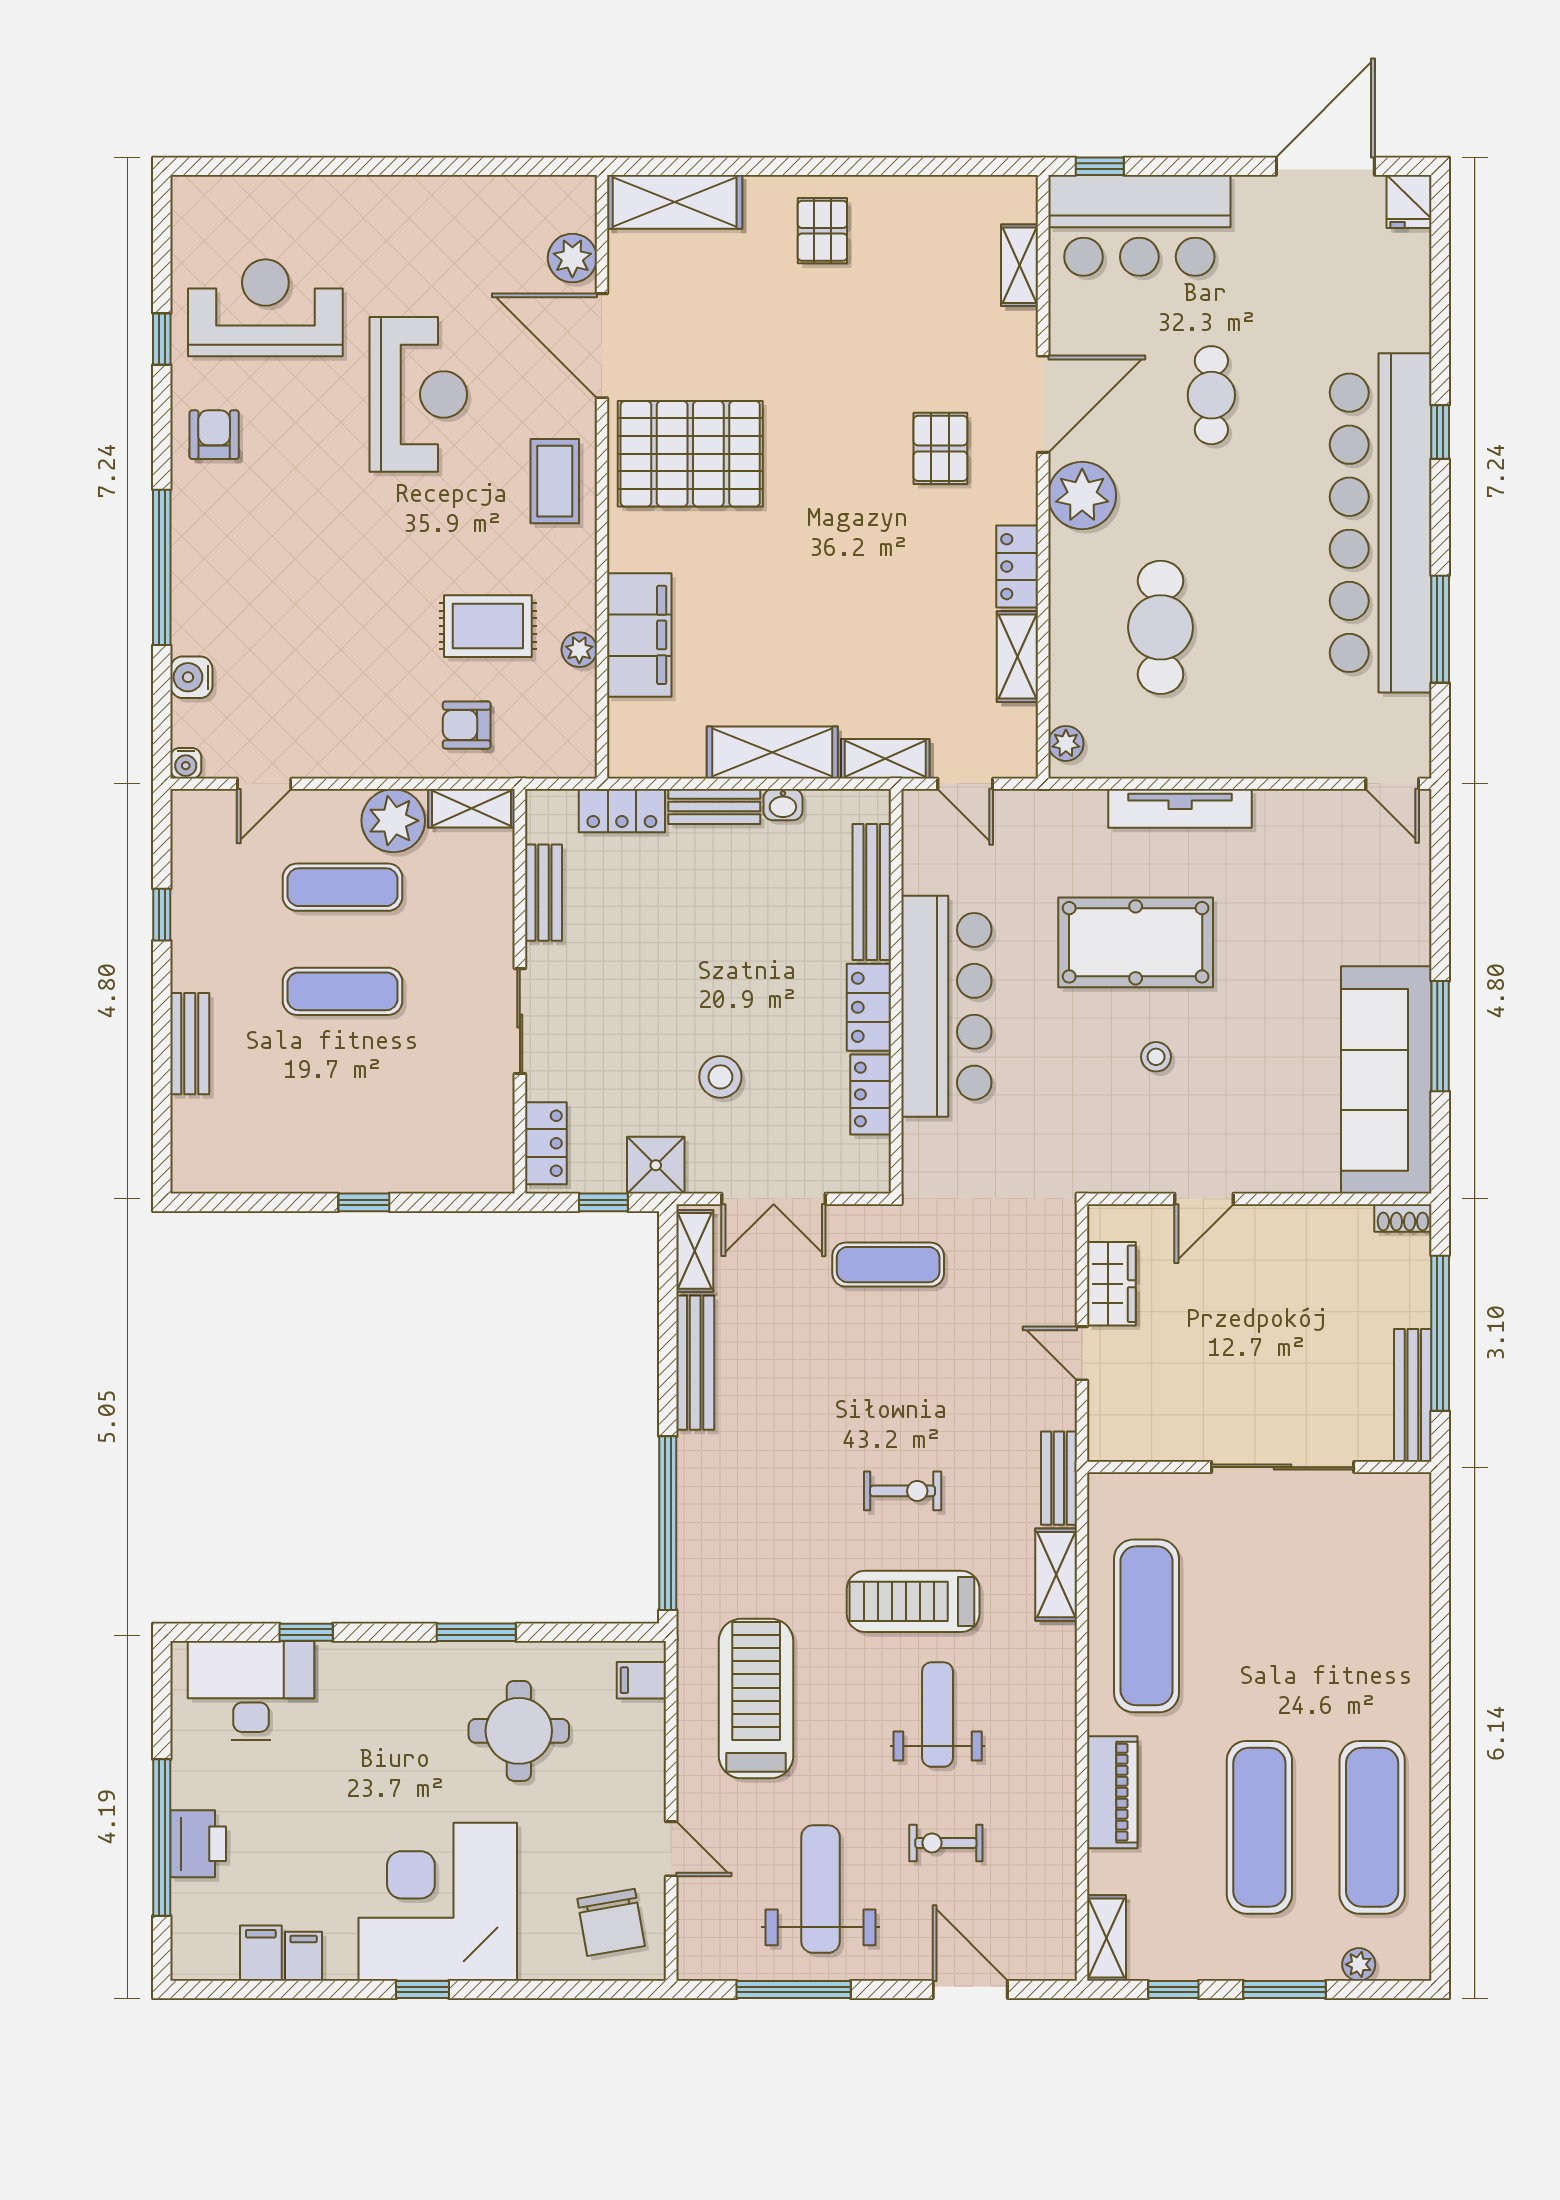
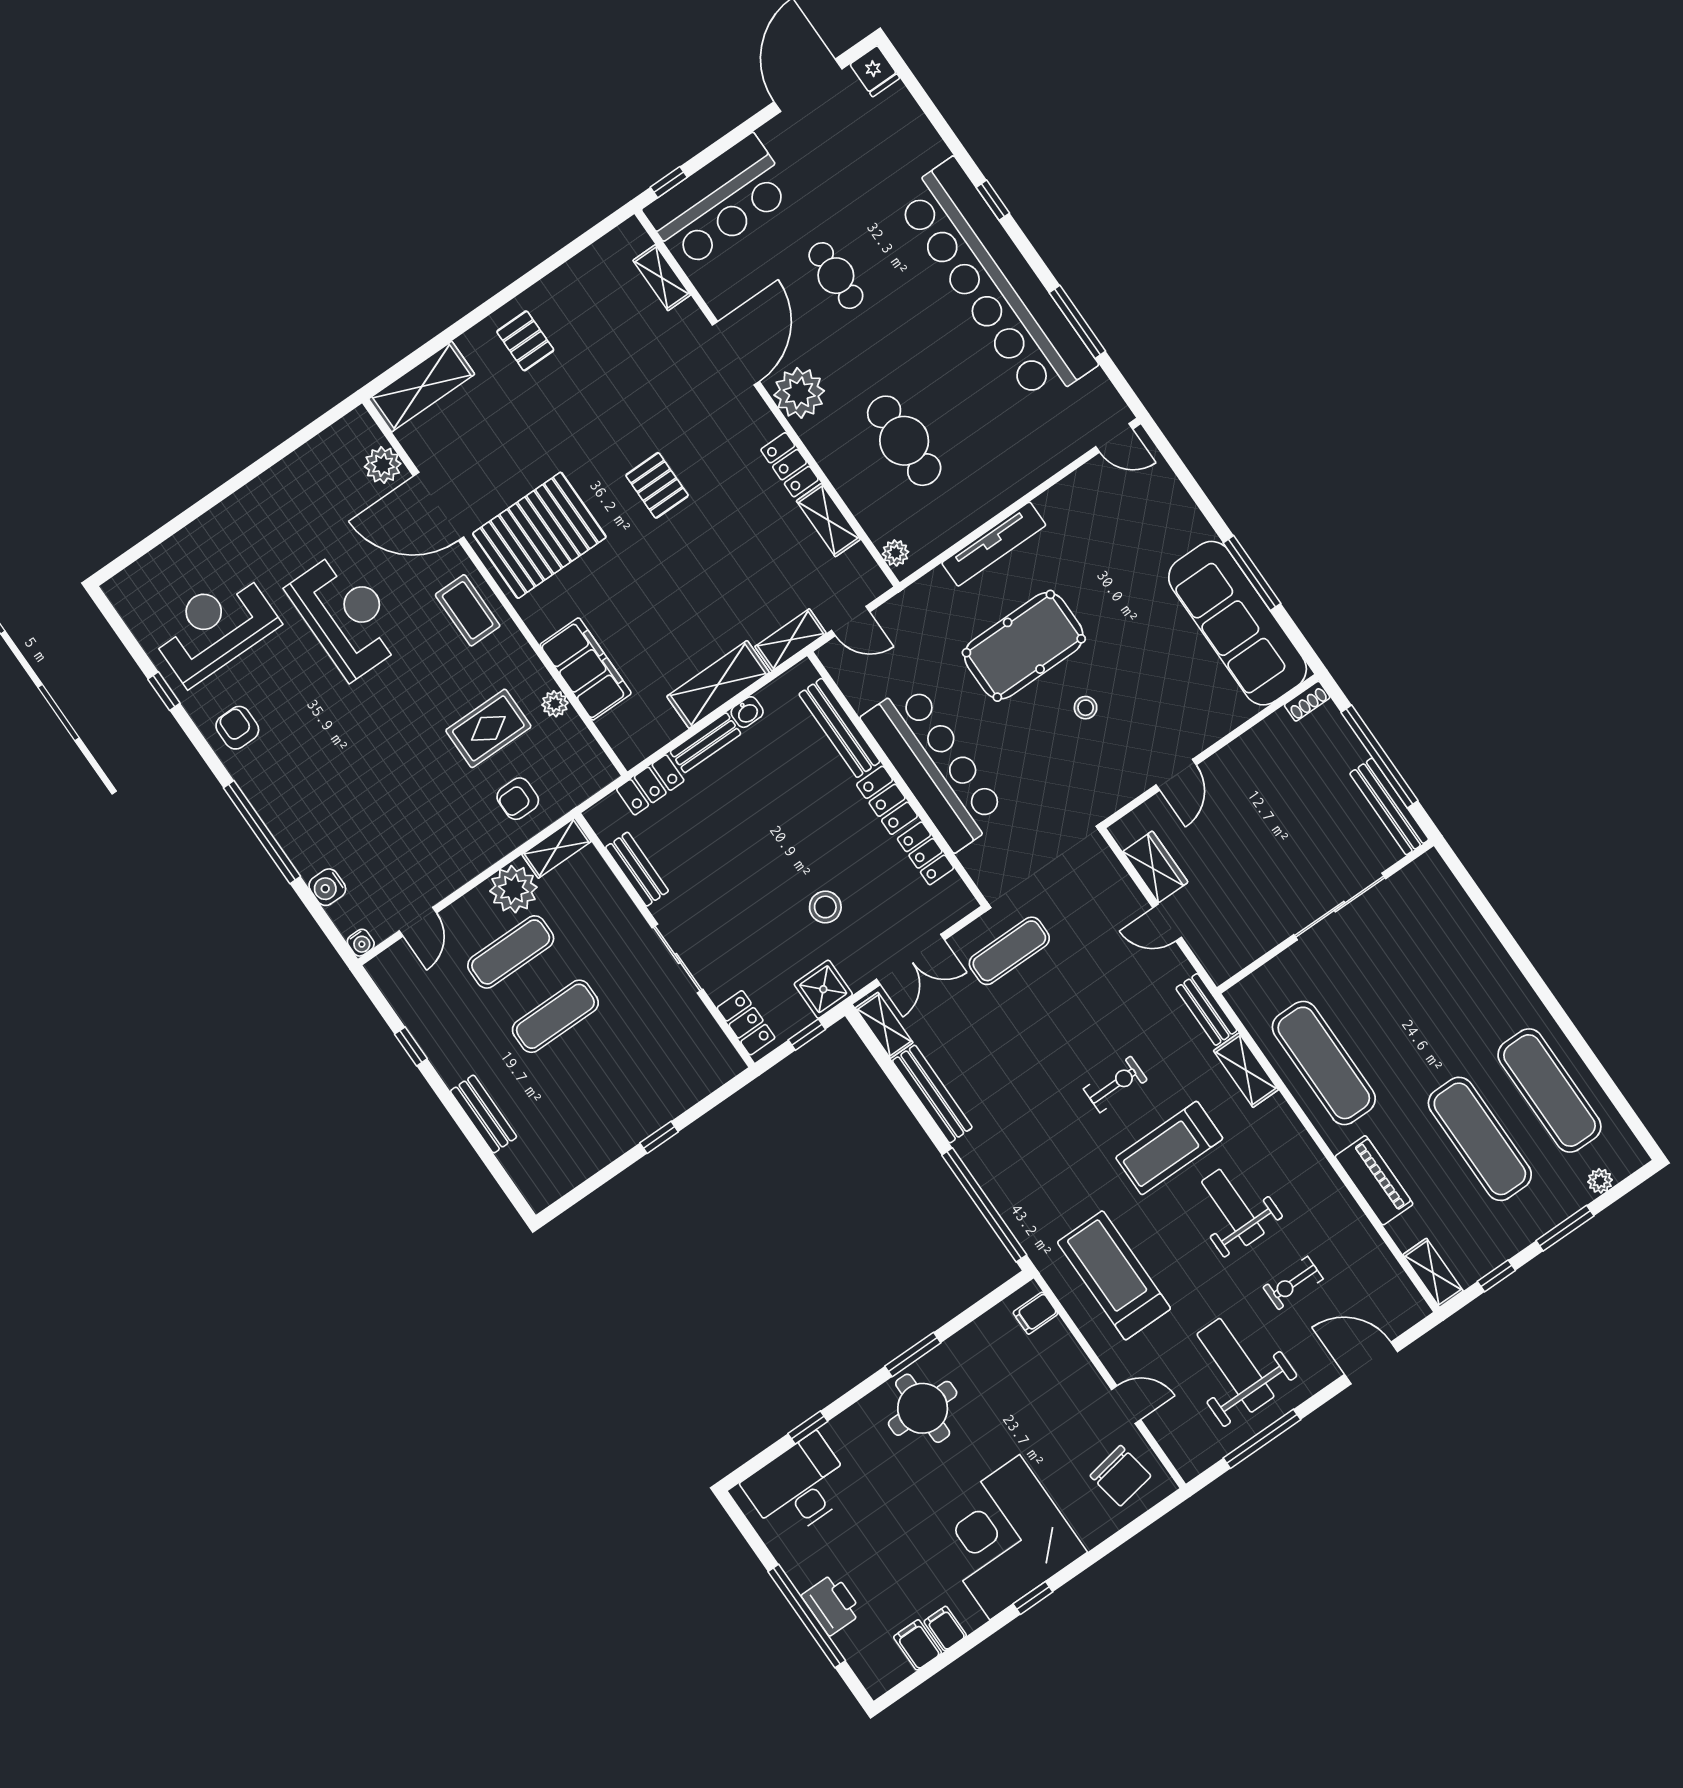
pallet: (940, 448) -> (657, 485), moved
round table: (519, 1731) -> (923, 1408), moved

